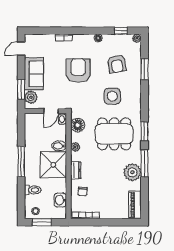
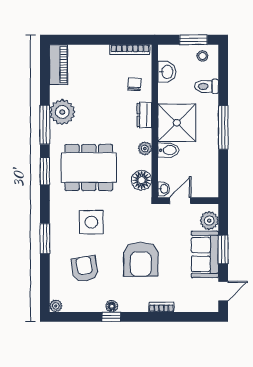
window: (121, 31) -> (111, 317), moved
window: (144, 69) -> (45, 239), moved
window: (21, 90) -> (223, 250), moved

